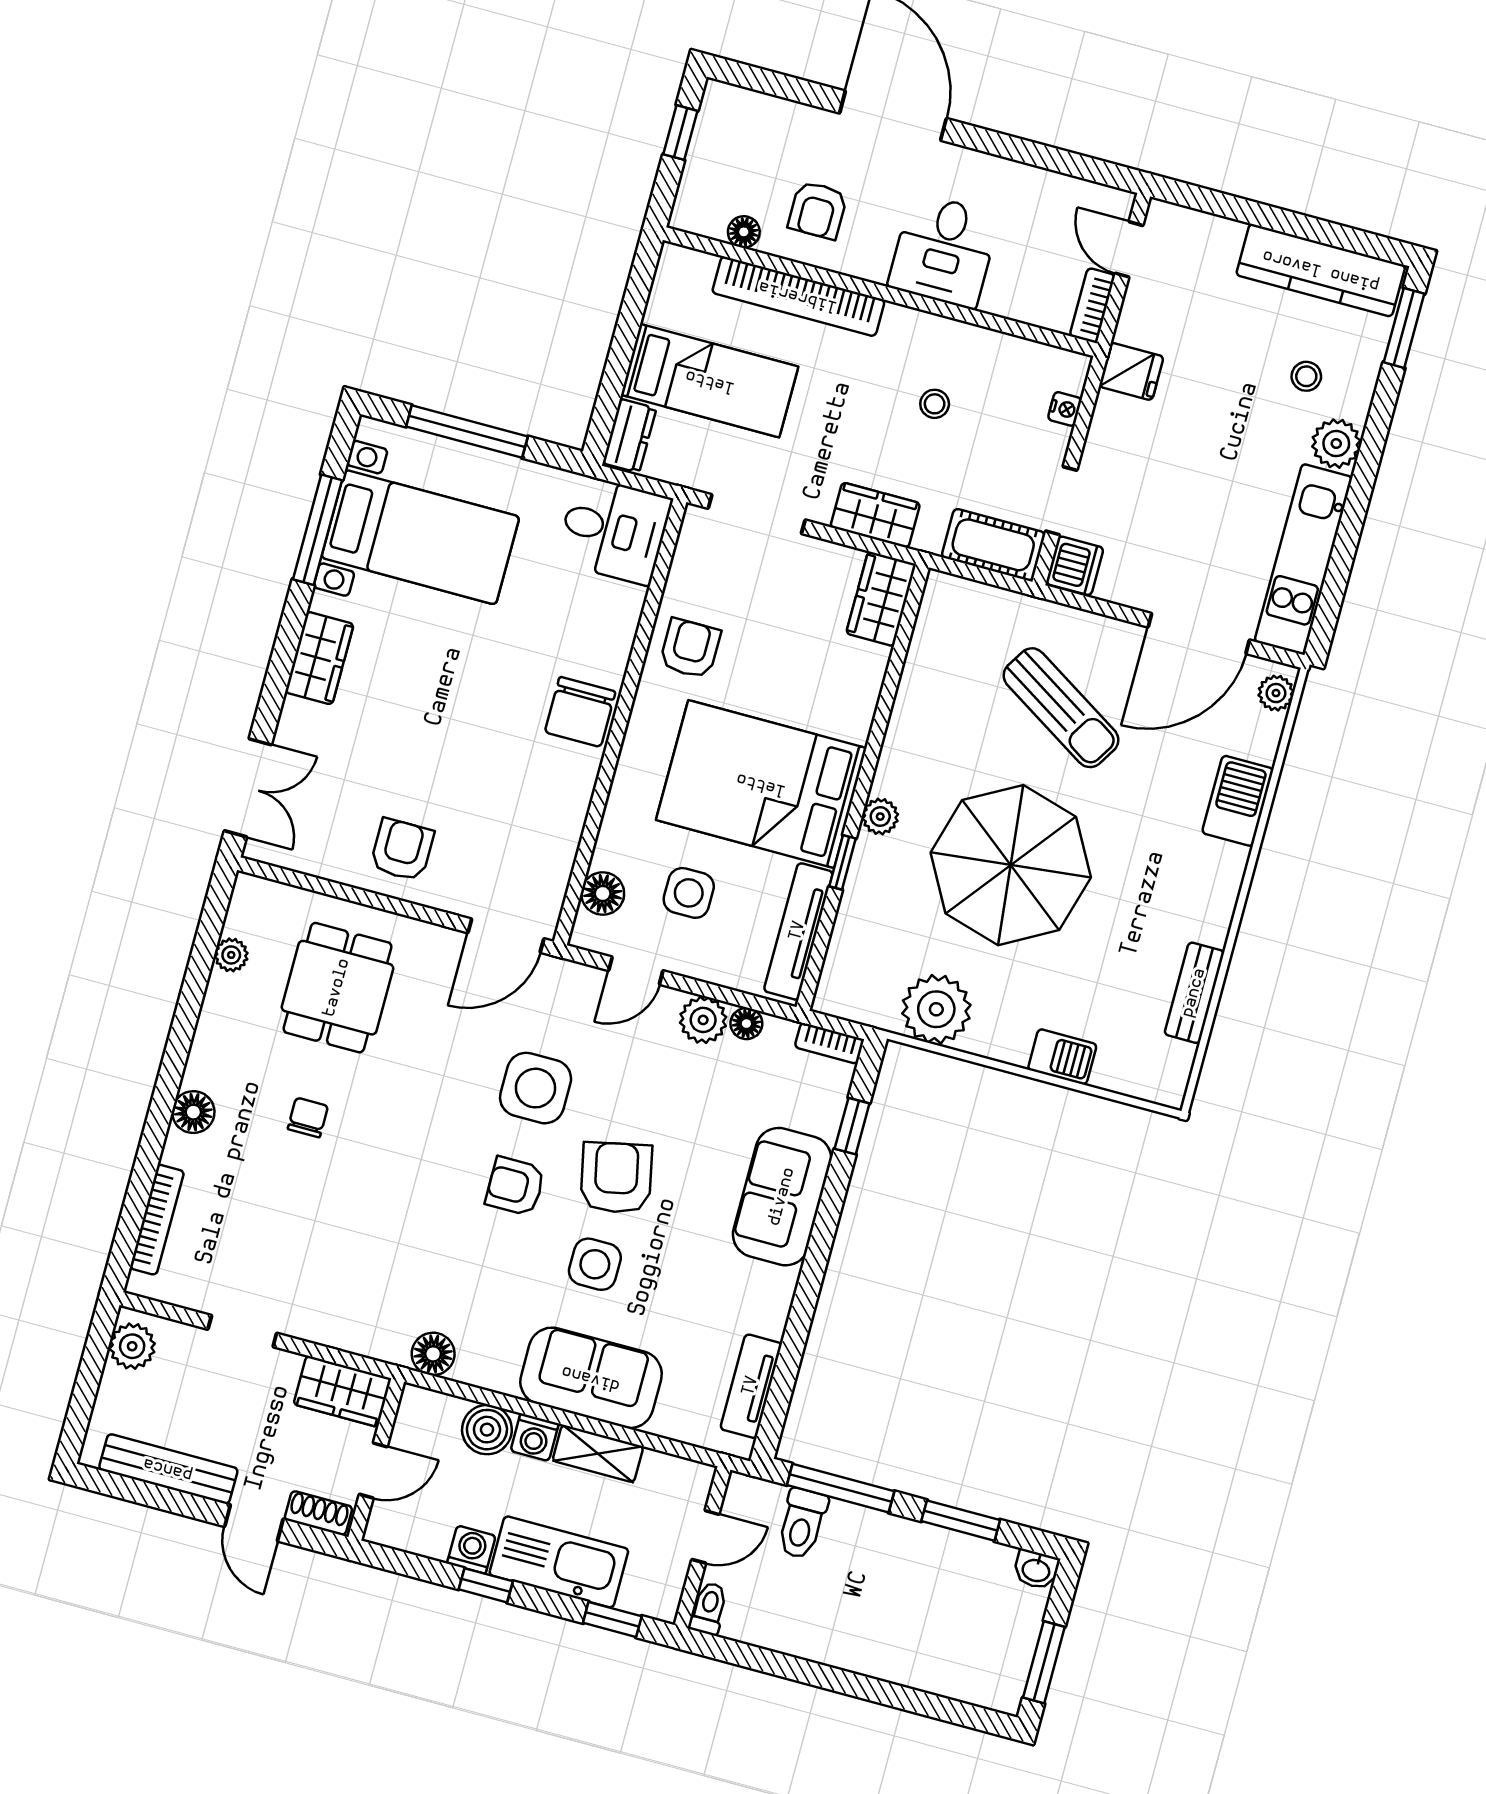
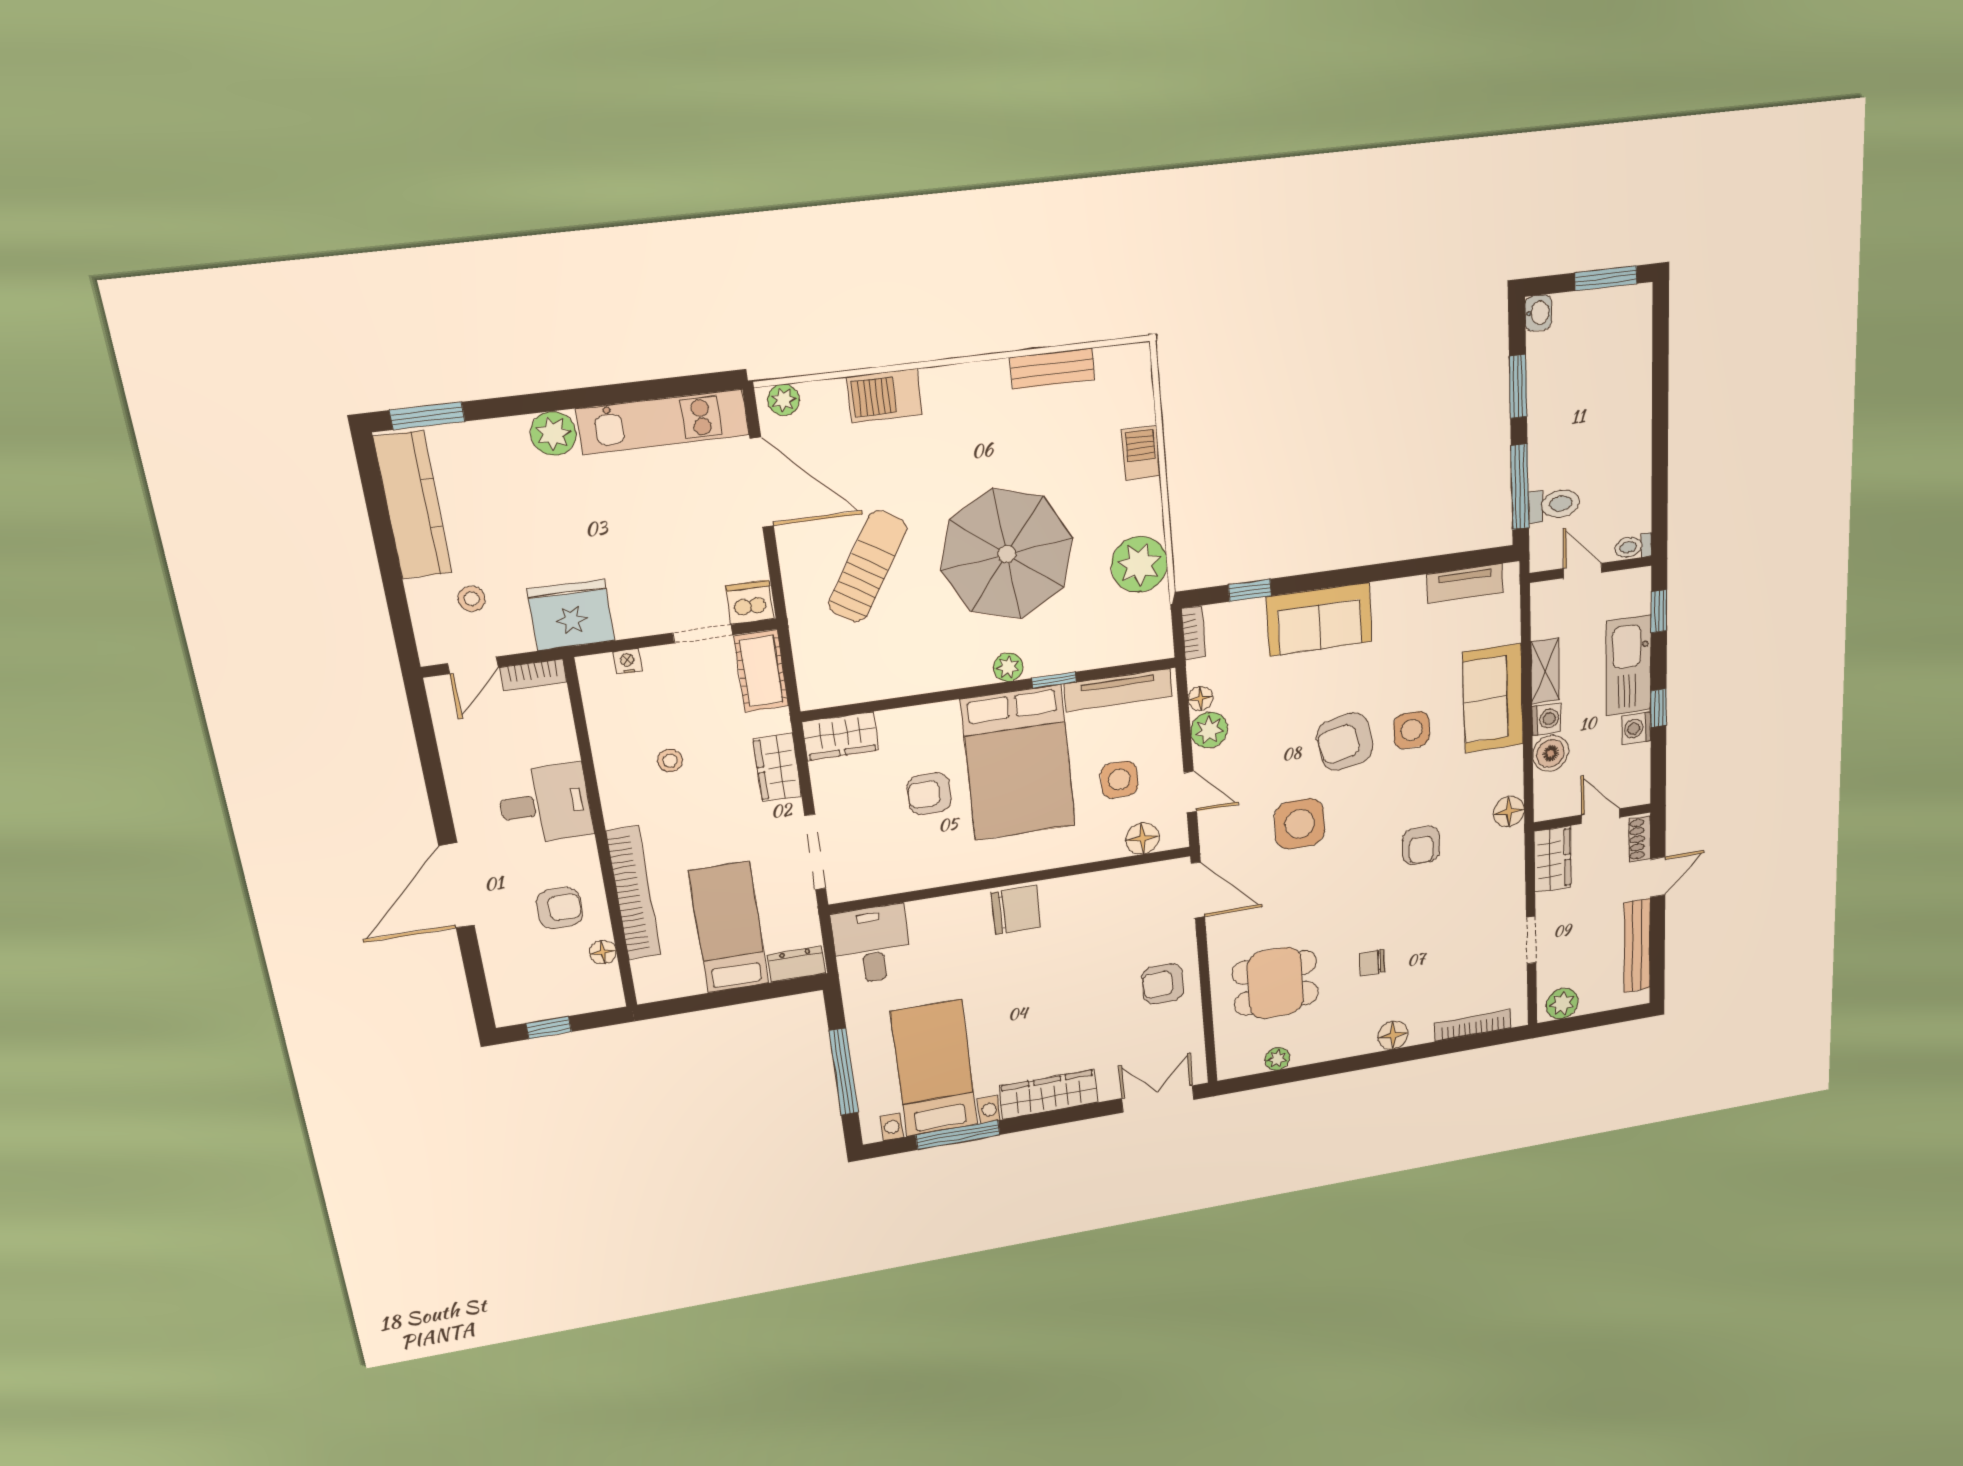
fridge: (1131, 371) -> (571, 615), width x1.88, depth x1.34
stool: (1306, 376) -> (472, 599), moved
armchair: (690, 648) -> (929, 794), moved
wardrobe: (319, 658) -> (1049, 1094), width x1.50
armchair: (515, 1186) -> (1421, 845), moved

